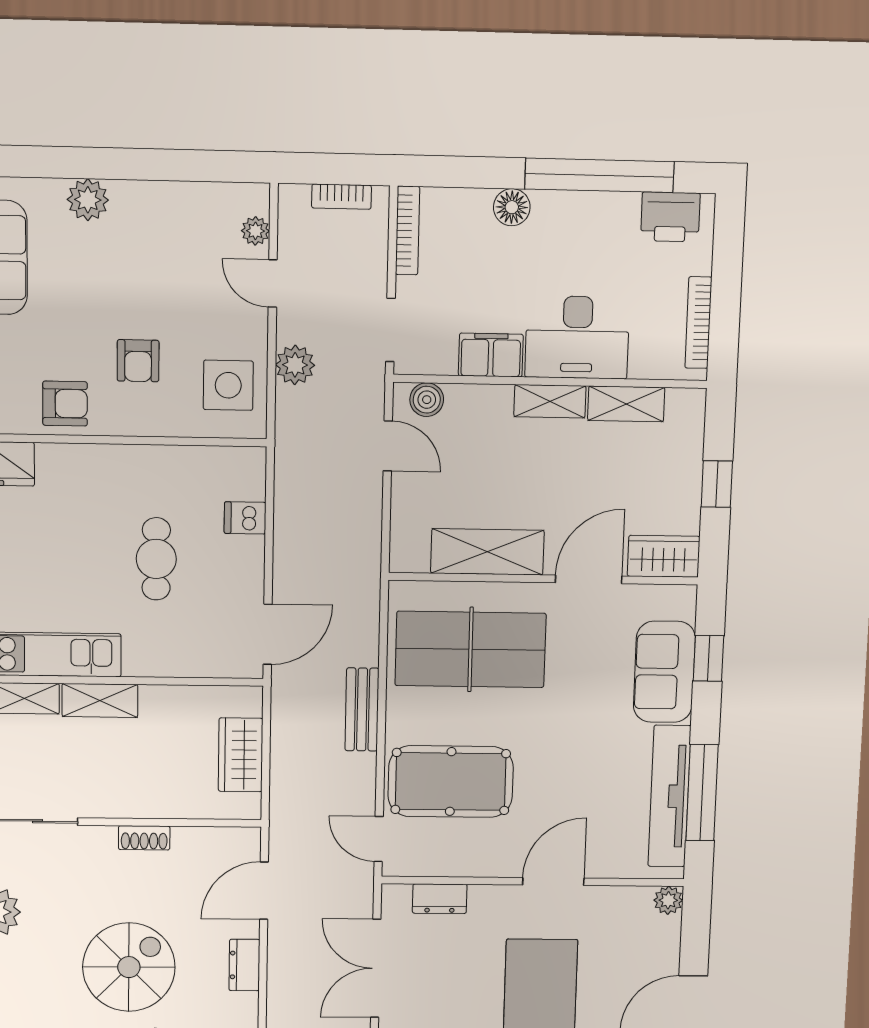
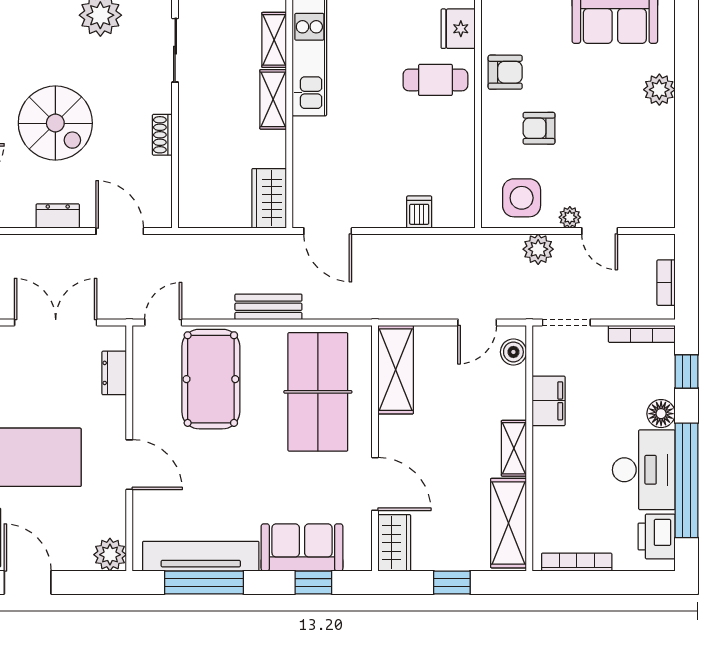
window: (458, 172) -> (686, 371), added
plant: (255, 231) -> (570, 217), moved
door: (273, 283) -> (600, 231), swing flipped
desk: (577, 337) -> (644, 470), moved, turned 180
armchair: (65, 404) -> (505, 72), turned -90
shelving: (626, 404) -> (509, 523), width x1.50, depth x1.33
shelving: (487, 552) -> (396, 370), moved
cafe table: (156, 559) -> (435, 80), moved
wardrobe: (241, 755) -> (269, 198), moved, turned -90
plant: (668, 900) -> (110, 555), width x1.38, depth x1.38

